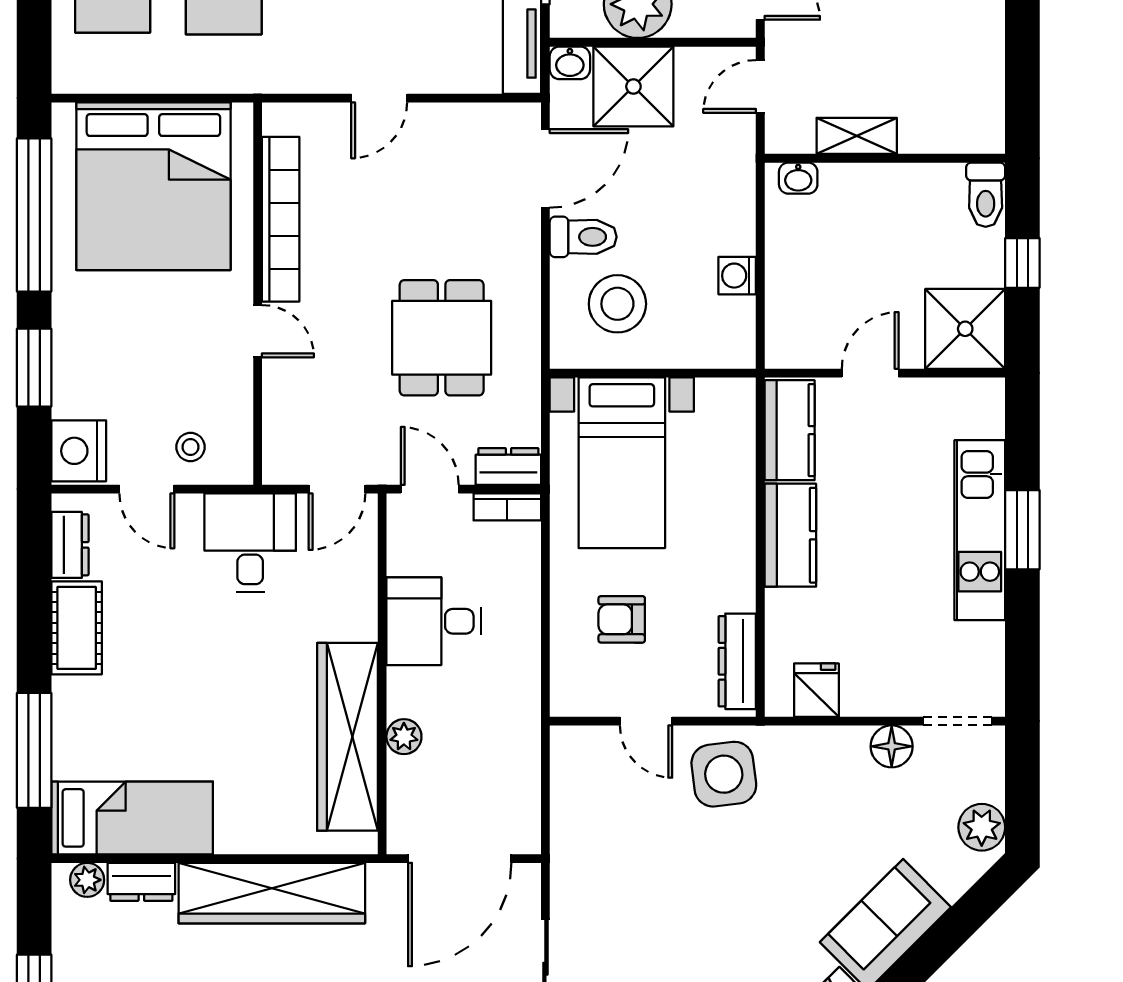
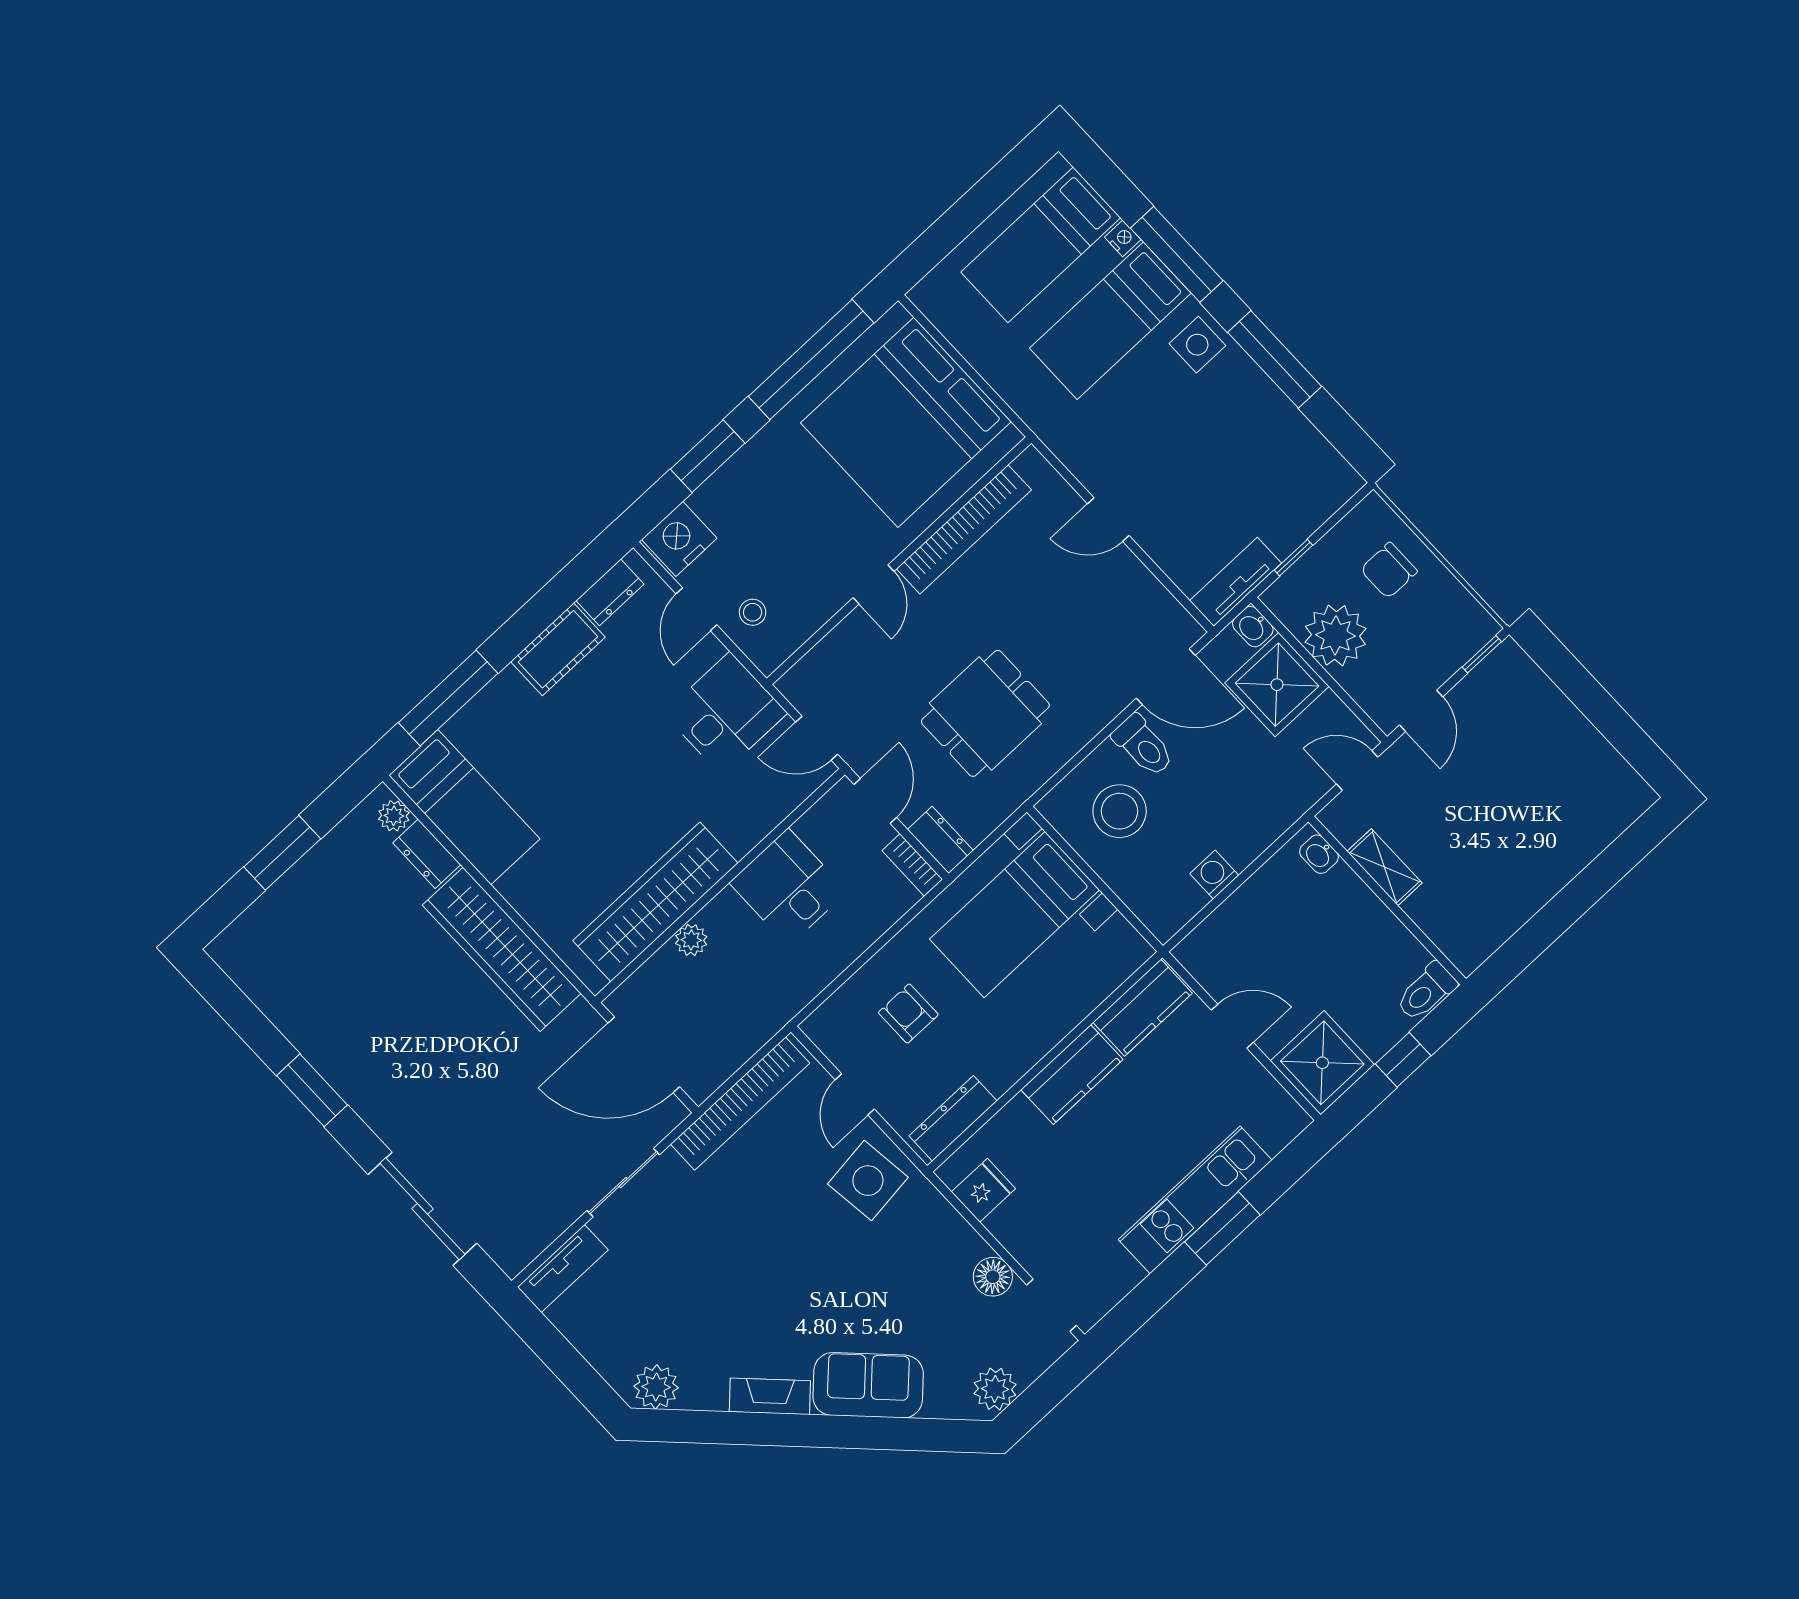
bookcase: (569, 818) -> (740, 1104), added

